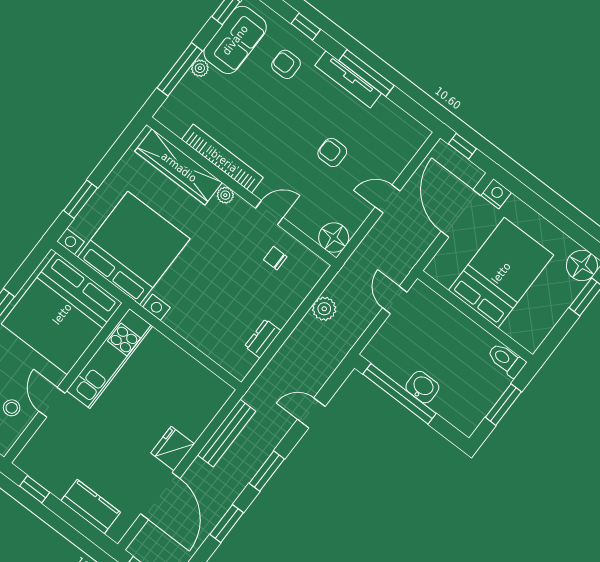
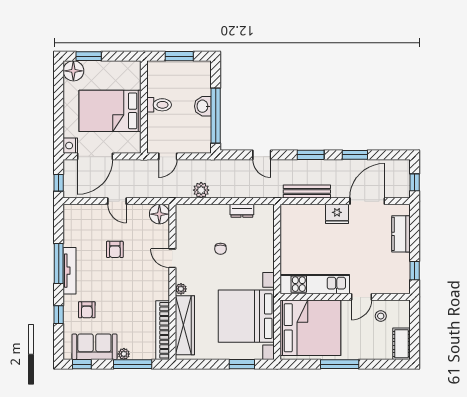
bookcase: (222, 159) -> (163, 330), moved
chair: (275, 258) -> (220, 249), moved
toilet: (506, 360) -> (159, 105), moved, turned -90

